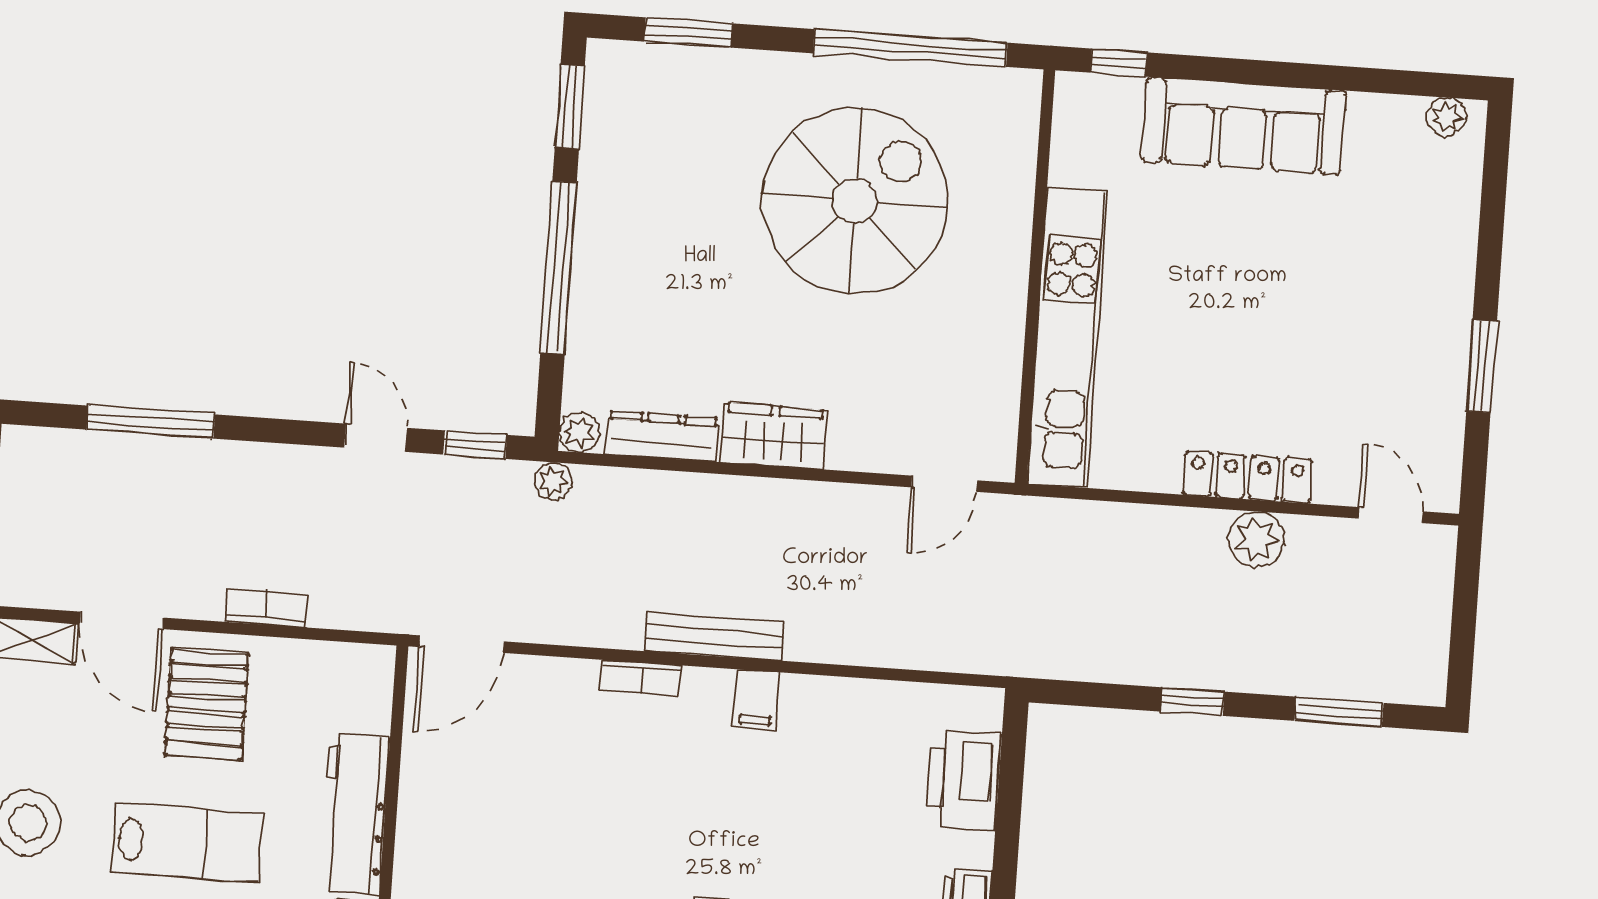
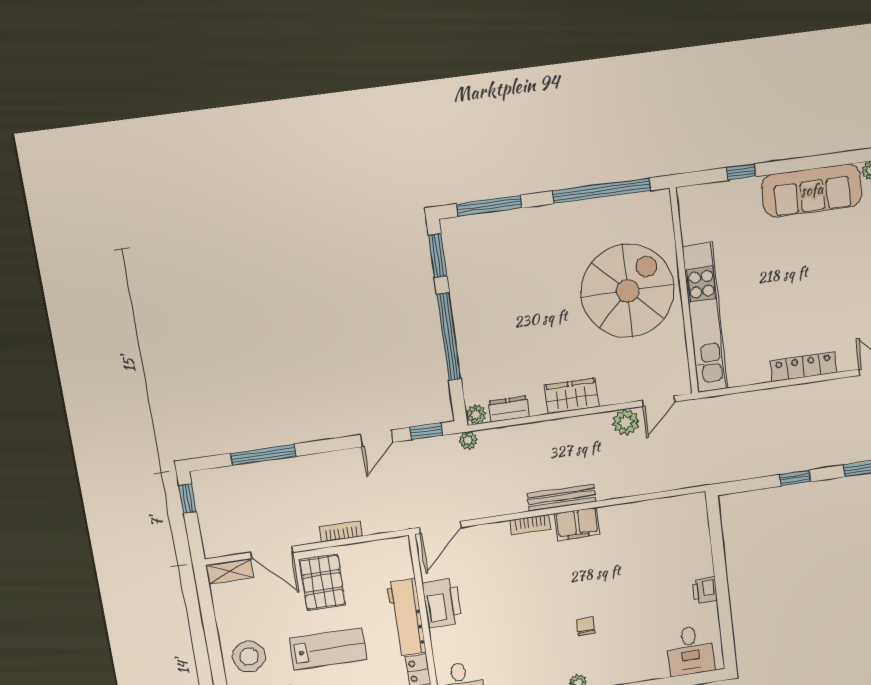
window: (688, 32) -> (489, 206), width x1.44
window: (1119, 63) -> (741, 172), moved
sofa: (1244, 126) -> (812, 190), moved
spiral stairs: (855, 201) -> (628, 291), moved
dresser: (662, 436) -> (509, 409), width x0.70
door: (376, 438) -> (377, 438), swing flipped
plant: (1256, 539) -> (626, 422), moved
filing cabinet: (756, 700) -> (577, 524), width x2.00
printer: (964, 780) -> (442, 603), moved, turned 180

